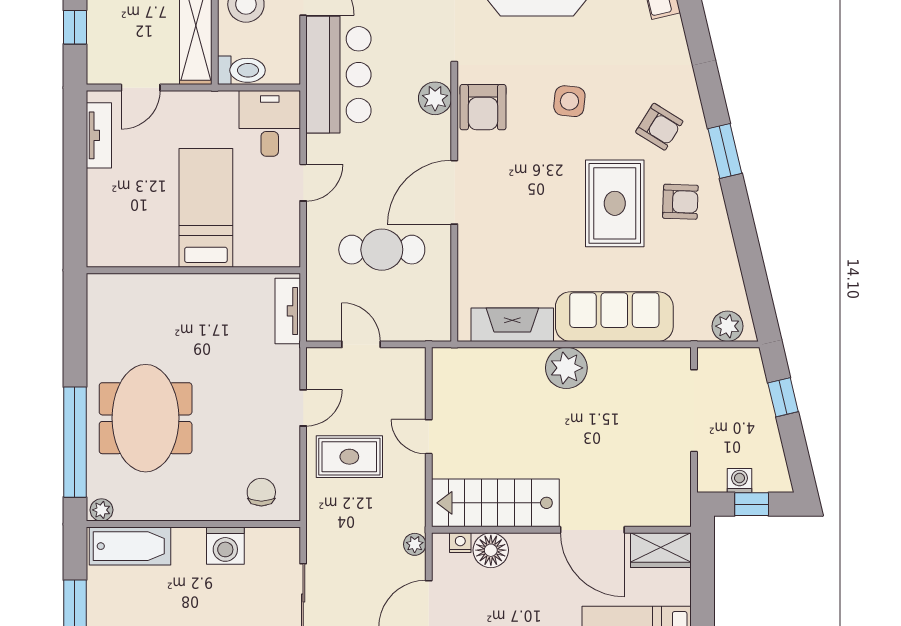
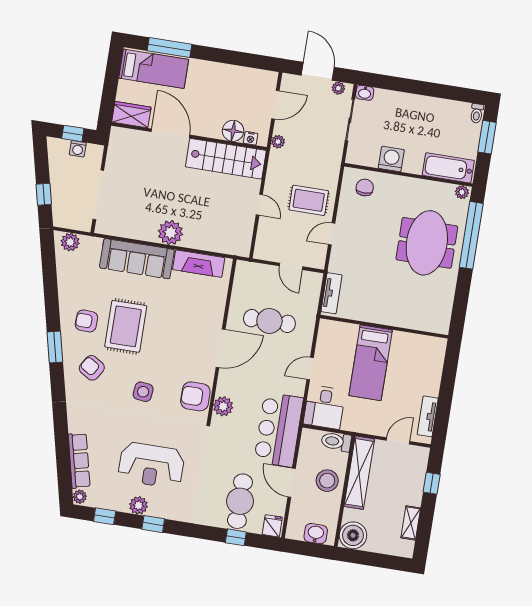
armchair: (483, 107) -> (195, 396), turned -90
chair: (261, 492) -> (365, 188), turned 180

